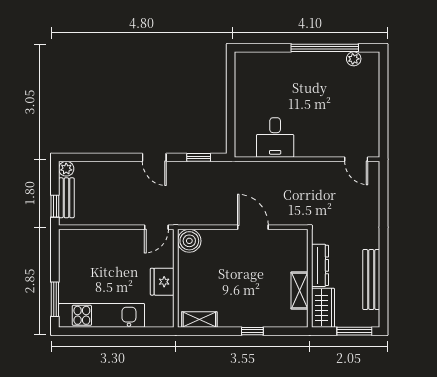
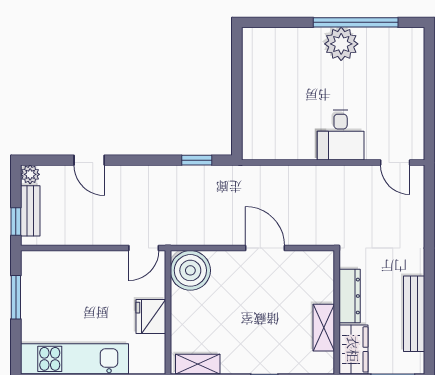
plant: (354, 59) -> (341, 44), moved, width x1.87, depth x1.87
desk: (275, 138) -> (341, 135), moved
door: (154, 157) -> (89, 160), moved
boiler: (189, 241) -> (190, 270), width x1.37, depth x1.37
window: (55, 299) -> (16, 297), moved

